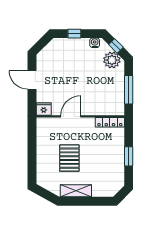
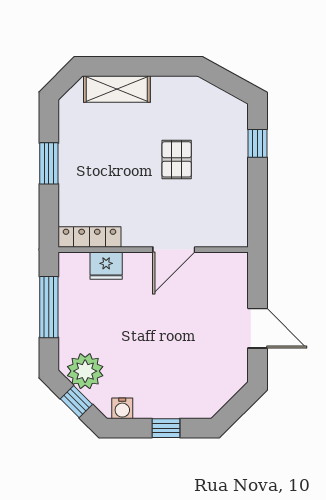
fridge: (44, 109) -> (106, 266), moved
pallet: (69, 158) -> (177, 159), width x0.67, depth x0.71
window: (32, 166) -> (257, 143), added
shelving: (76, 191) -> (117, 89), moved

